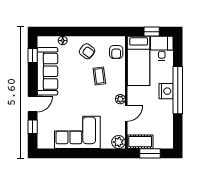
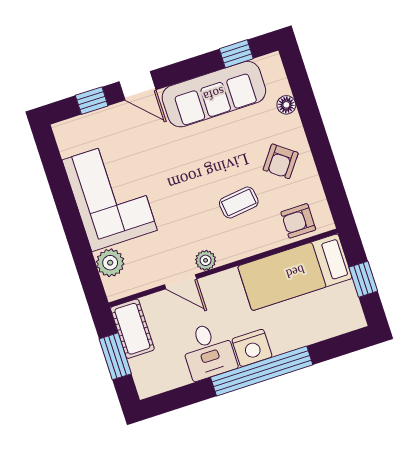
desk: (162, 48) -> (208, 351), moved, turned 90
plant: (119, 142) -> (110, 263), moved

